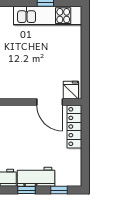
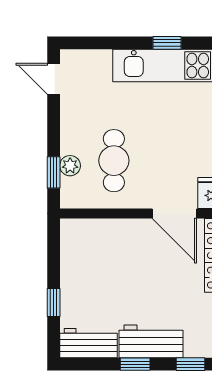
cafe table: (14, 71) -> (114, 161), added

